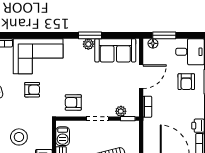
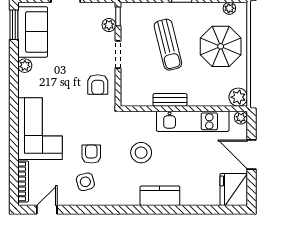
window: (90, 35) -> (14, 25), moved
armchair: (32, 90) -> (91, 154), moved
barbecue: (63, 136) -> (140, 98), removed

